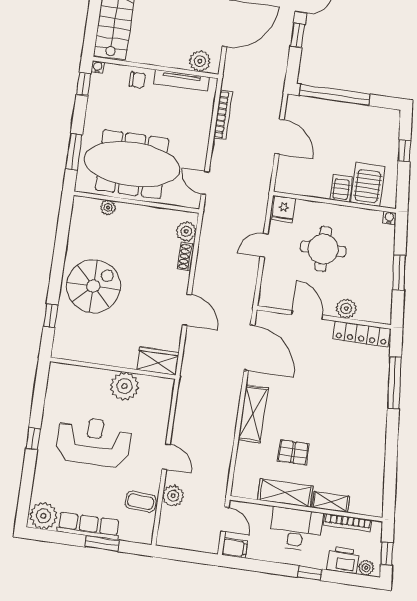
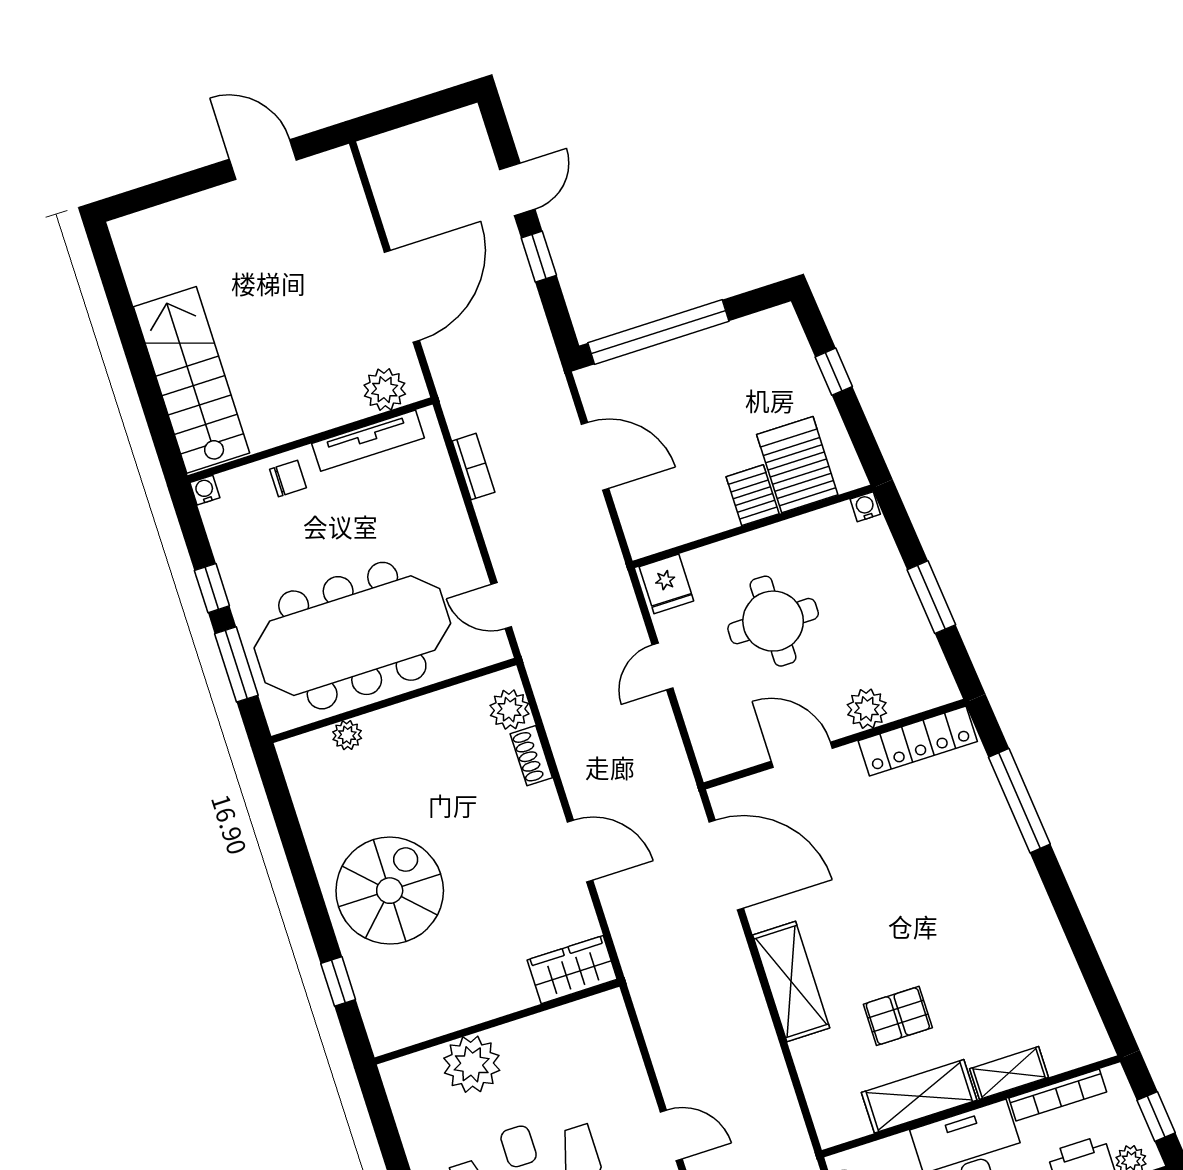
window: (84, 84) -> (212, 588), moved
bookcase: (223, 115) -> (474, 467), width x0.64
plant: (125, 386) -> (472, 1064), moved

